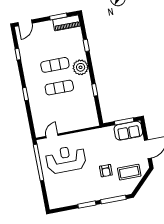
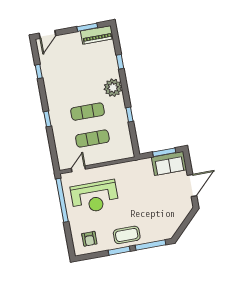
exercise mat: (55, 65) -> (92, 139), moved
reception desk: (66, 159) -> (95, 197), turned 180
armchair: (106, 171) -> (89, 239), moved
coffee table: (129, 172) -> (127, 235), moved

